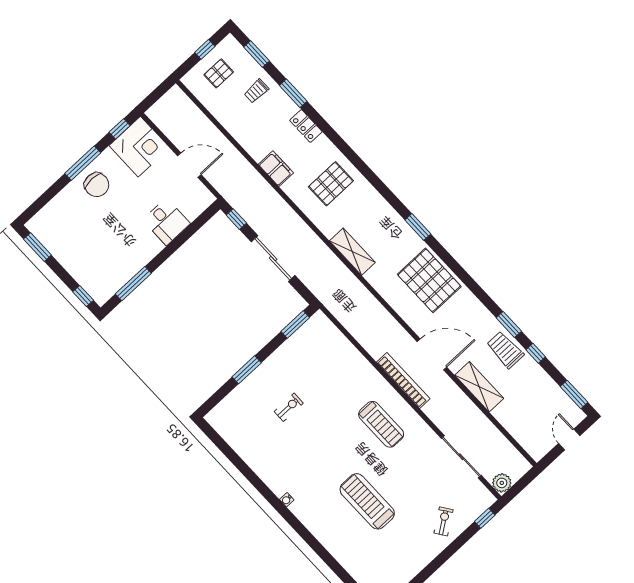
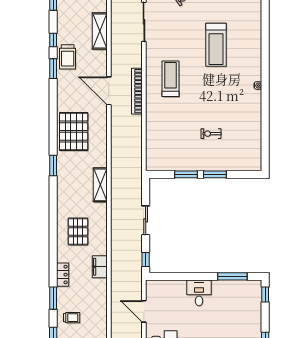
pallet: (331, 184) -> (78, 231), turned 90
desk: (166, 222) -> (199, 293), moved
sliding door: (273, 259) -> (146, 220), width x0.73
window: (295, 325) -> (186, 174), moved
shelving: (479, 387) -> (100, 31), moved

